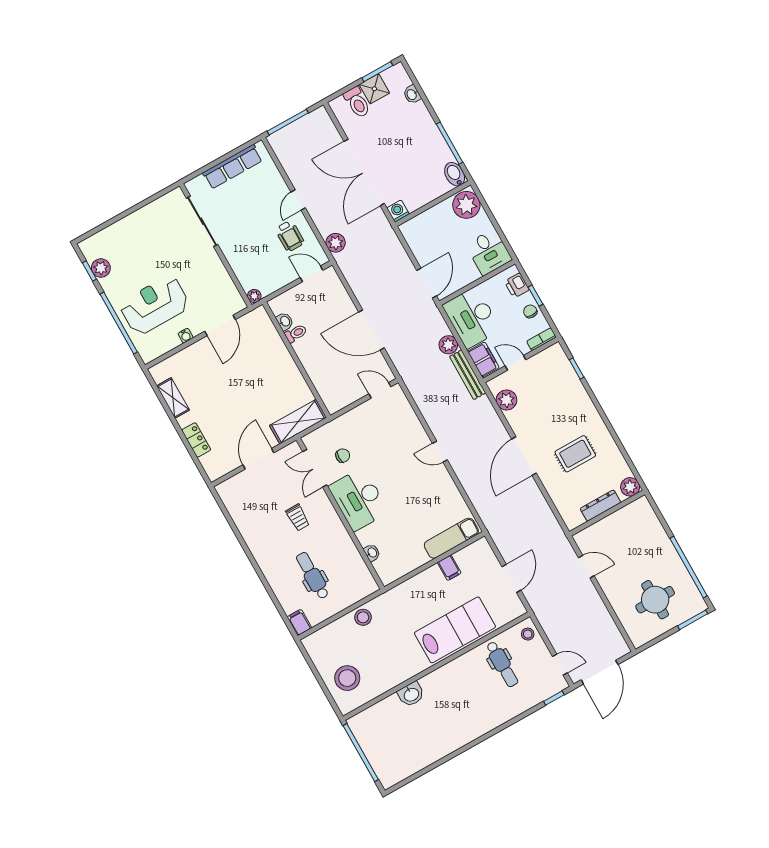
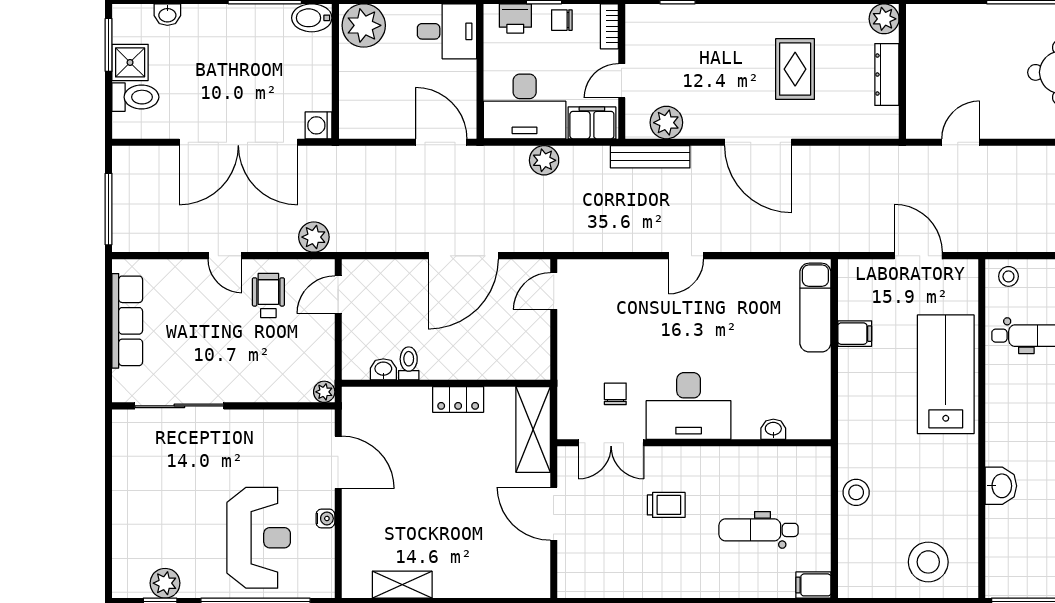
wheelchair: (290, 236) -> (268, 295), turned -90
reception desk: (154, 305) -> (259, 538), turned 180
bench: (468, 375) -> (650, 157), moved
locker: (196, 440) -> (458, 399), moved, turned 180

